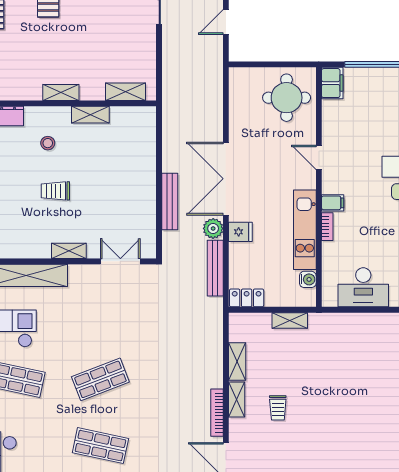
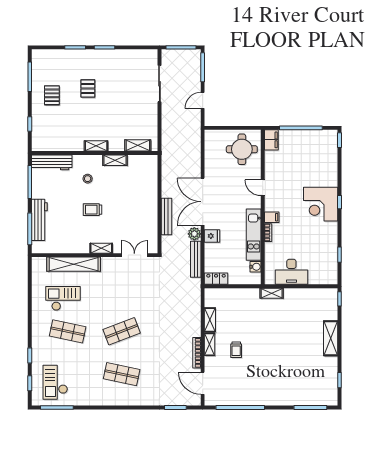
shelving: (290, 320) -> (272, 293), moved

